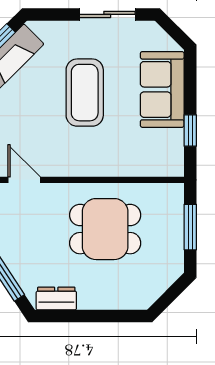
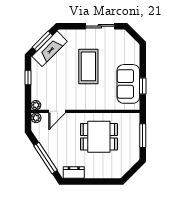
sofa: (162, 89) -> (128, 84), moved
door: (24, 180) -> (57, 111), swing flipped

